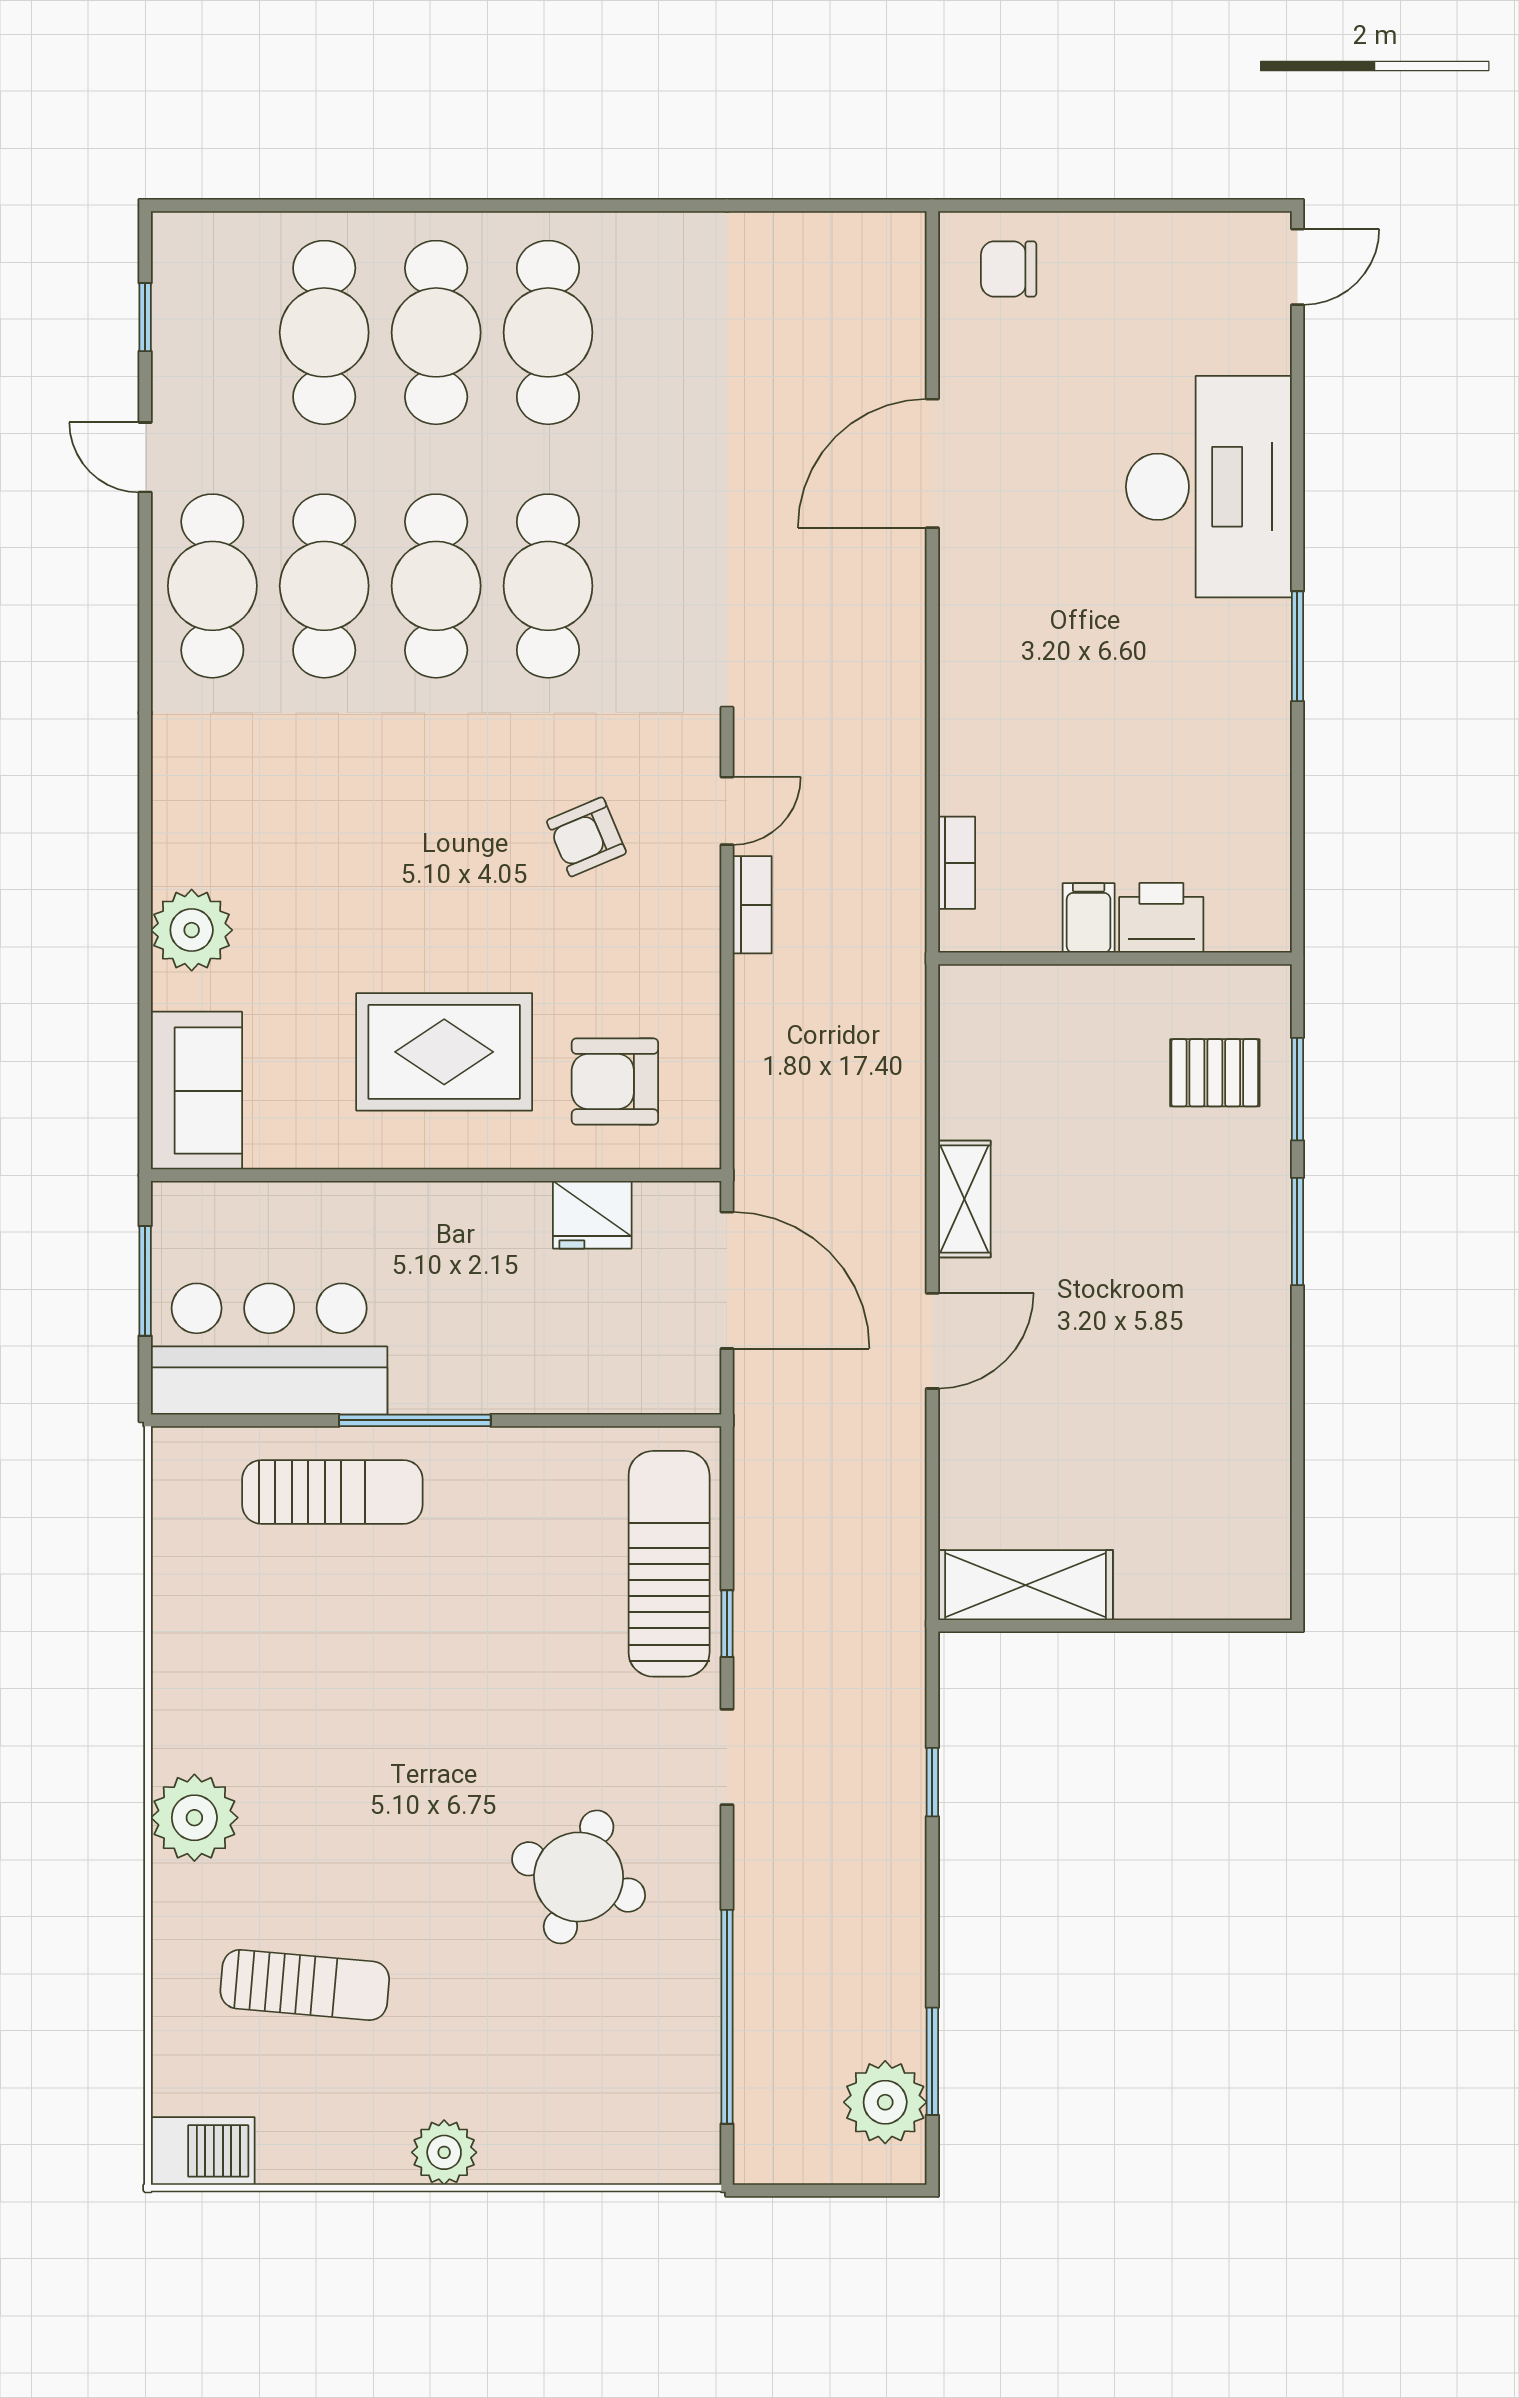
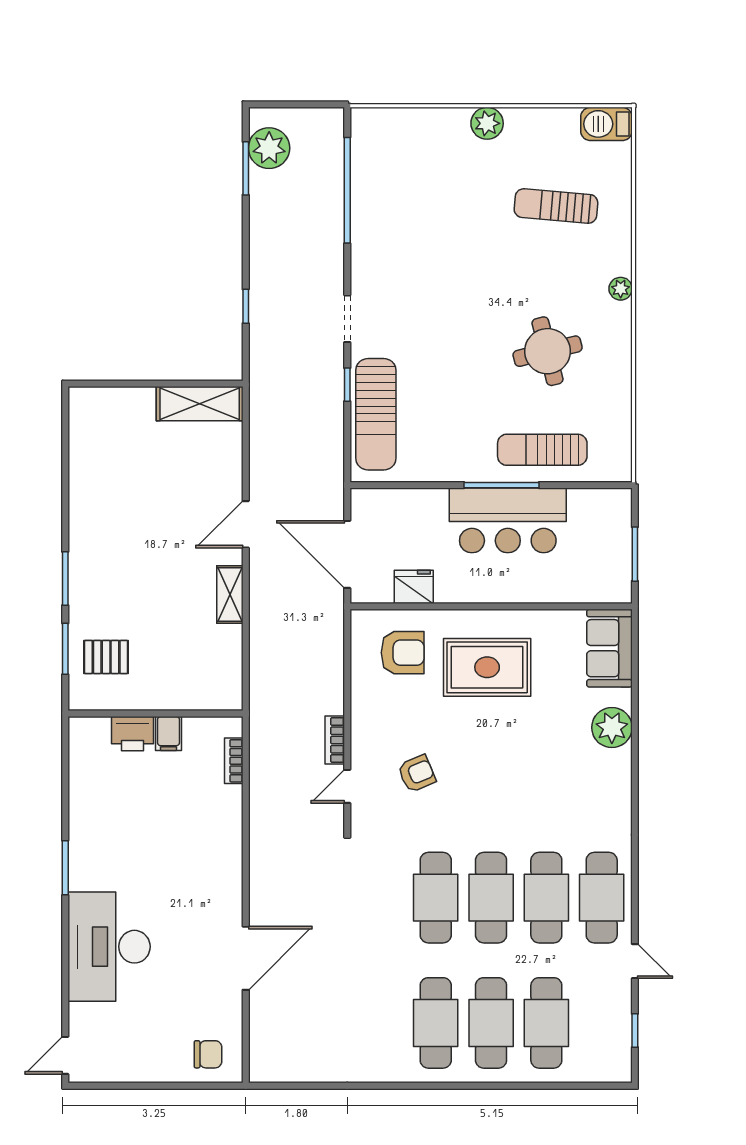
bar counter: (269, 1349) -> (508, 520), moved
plant: (194, 1818) -> (621, 289), width x0.53, depth x0.53
round table: (579, 1877) -> (548, 351), moved, turned -34

